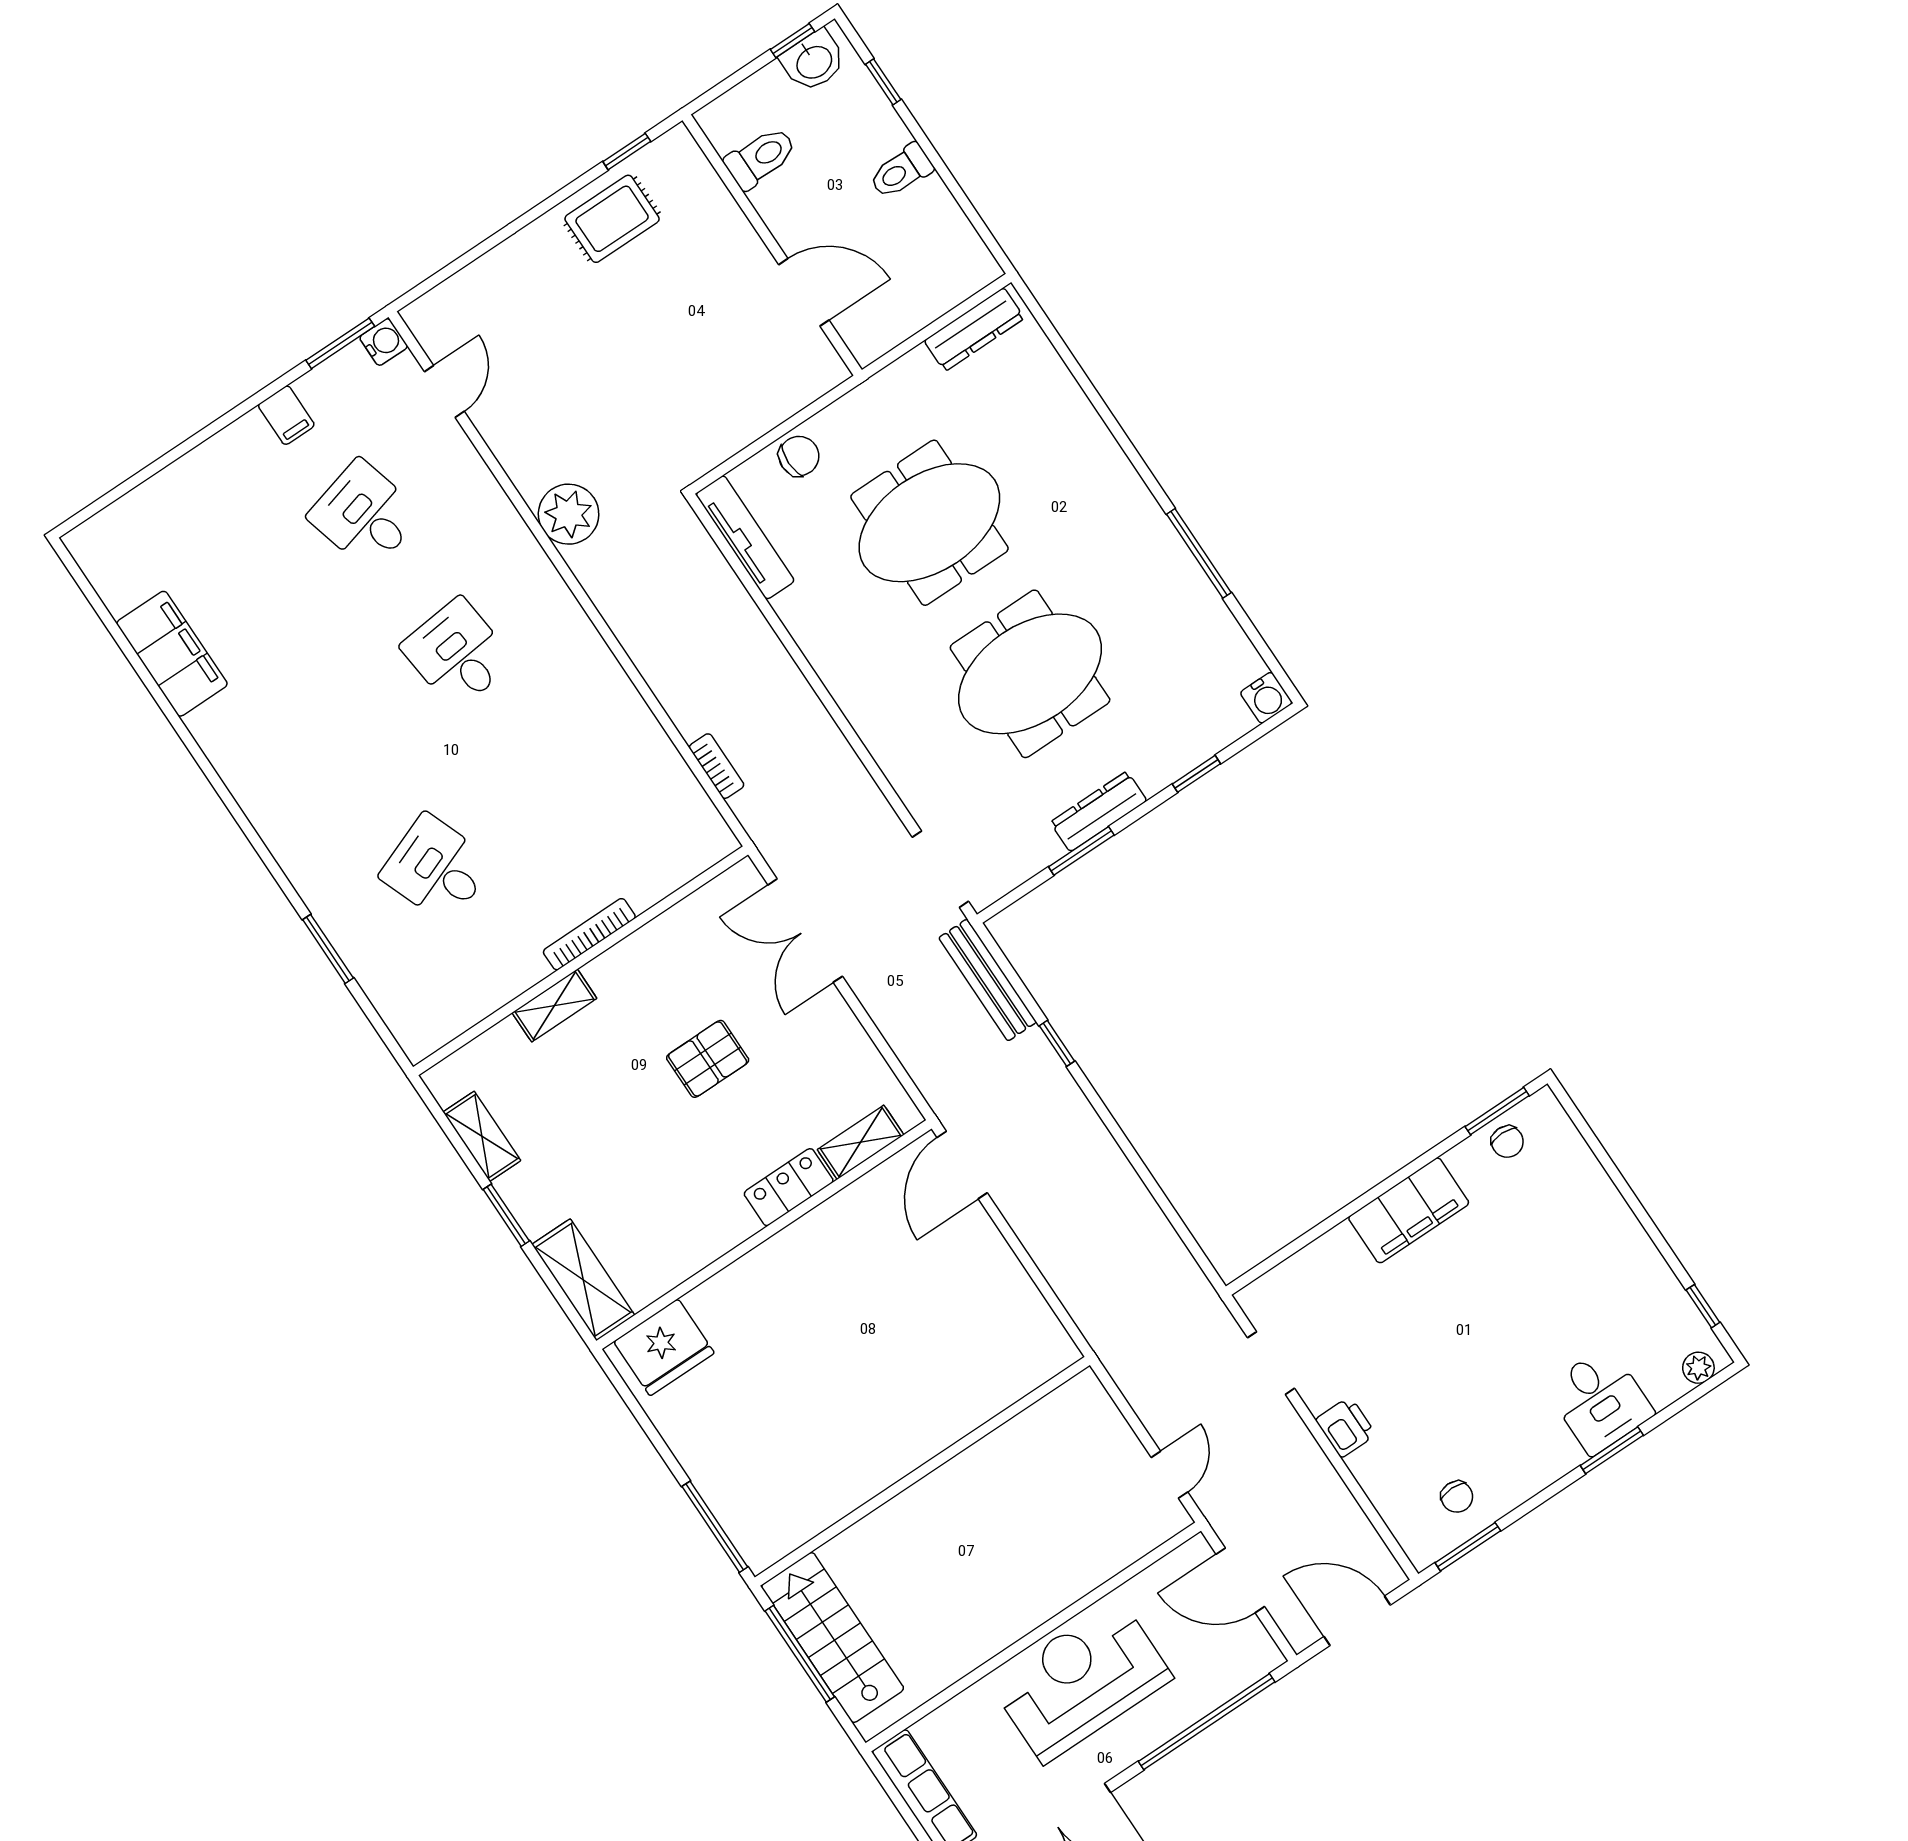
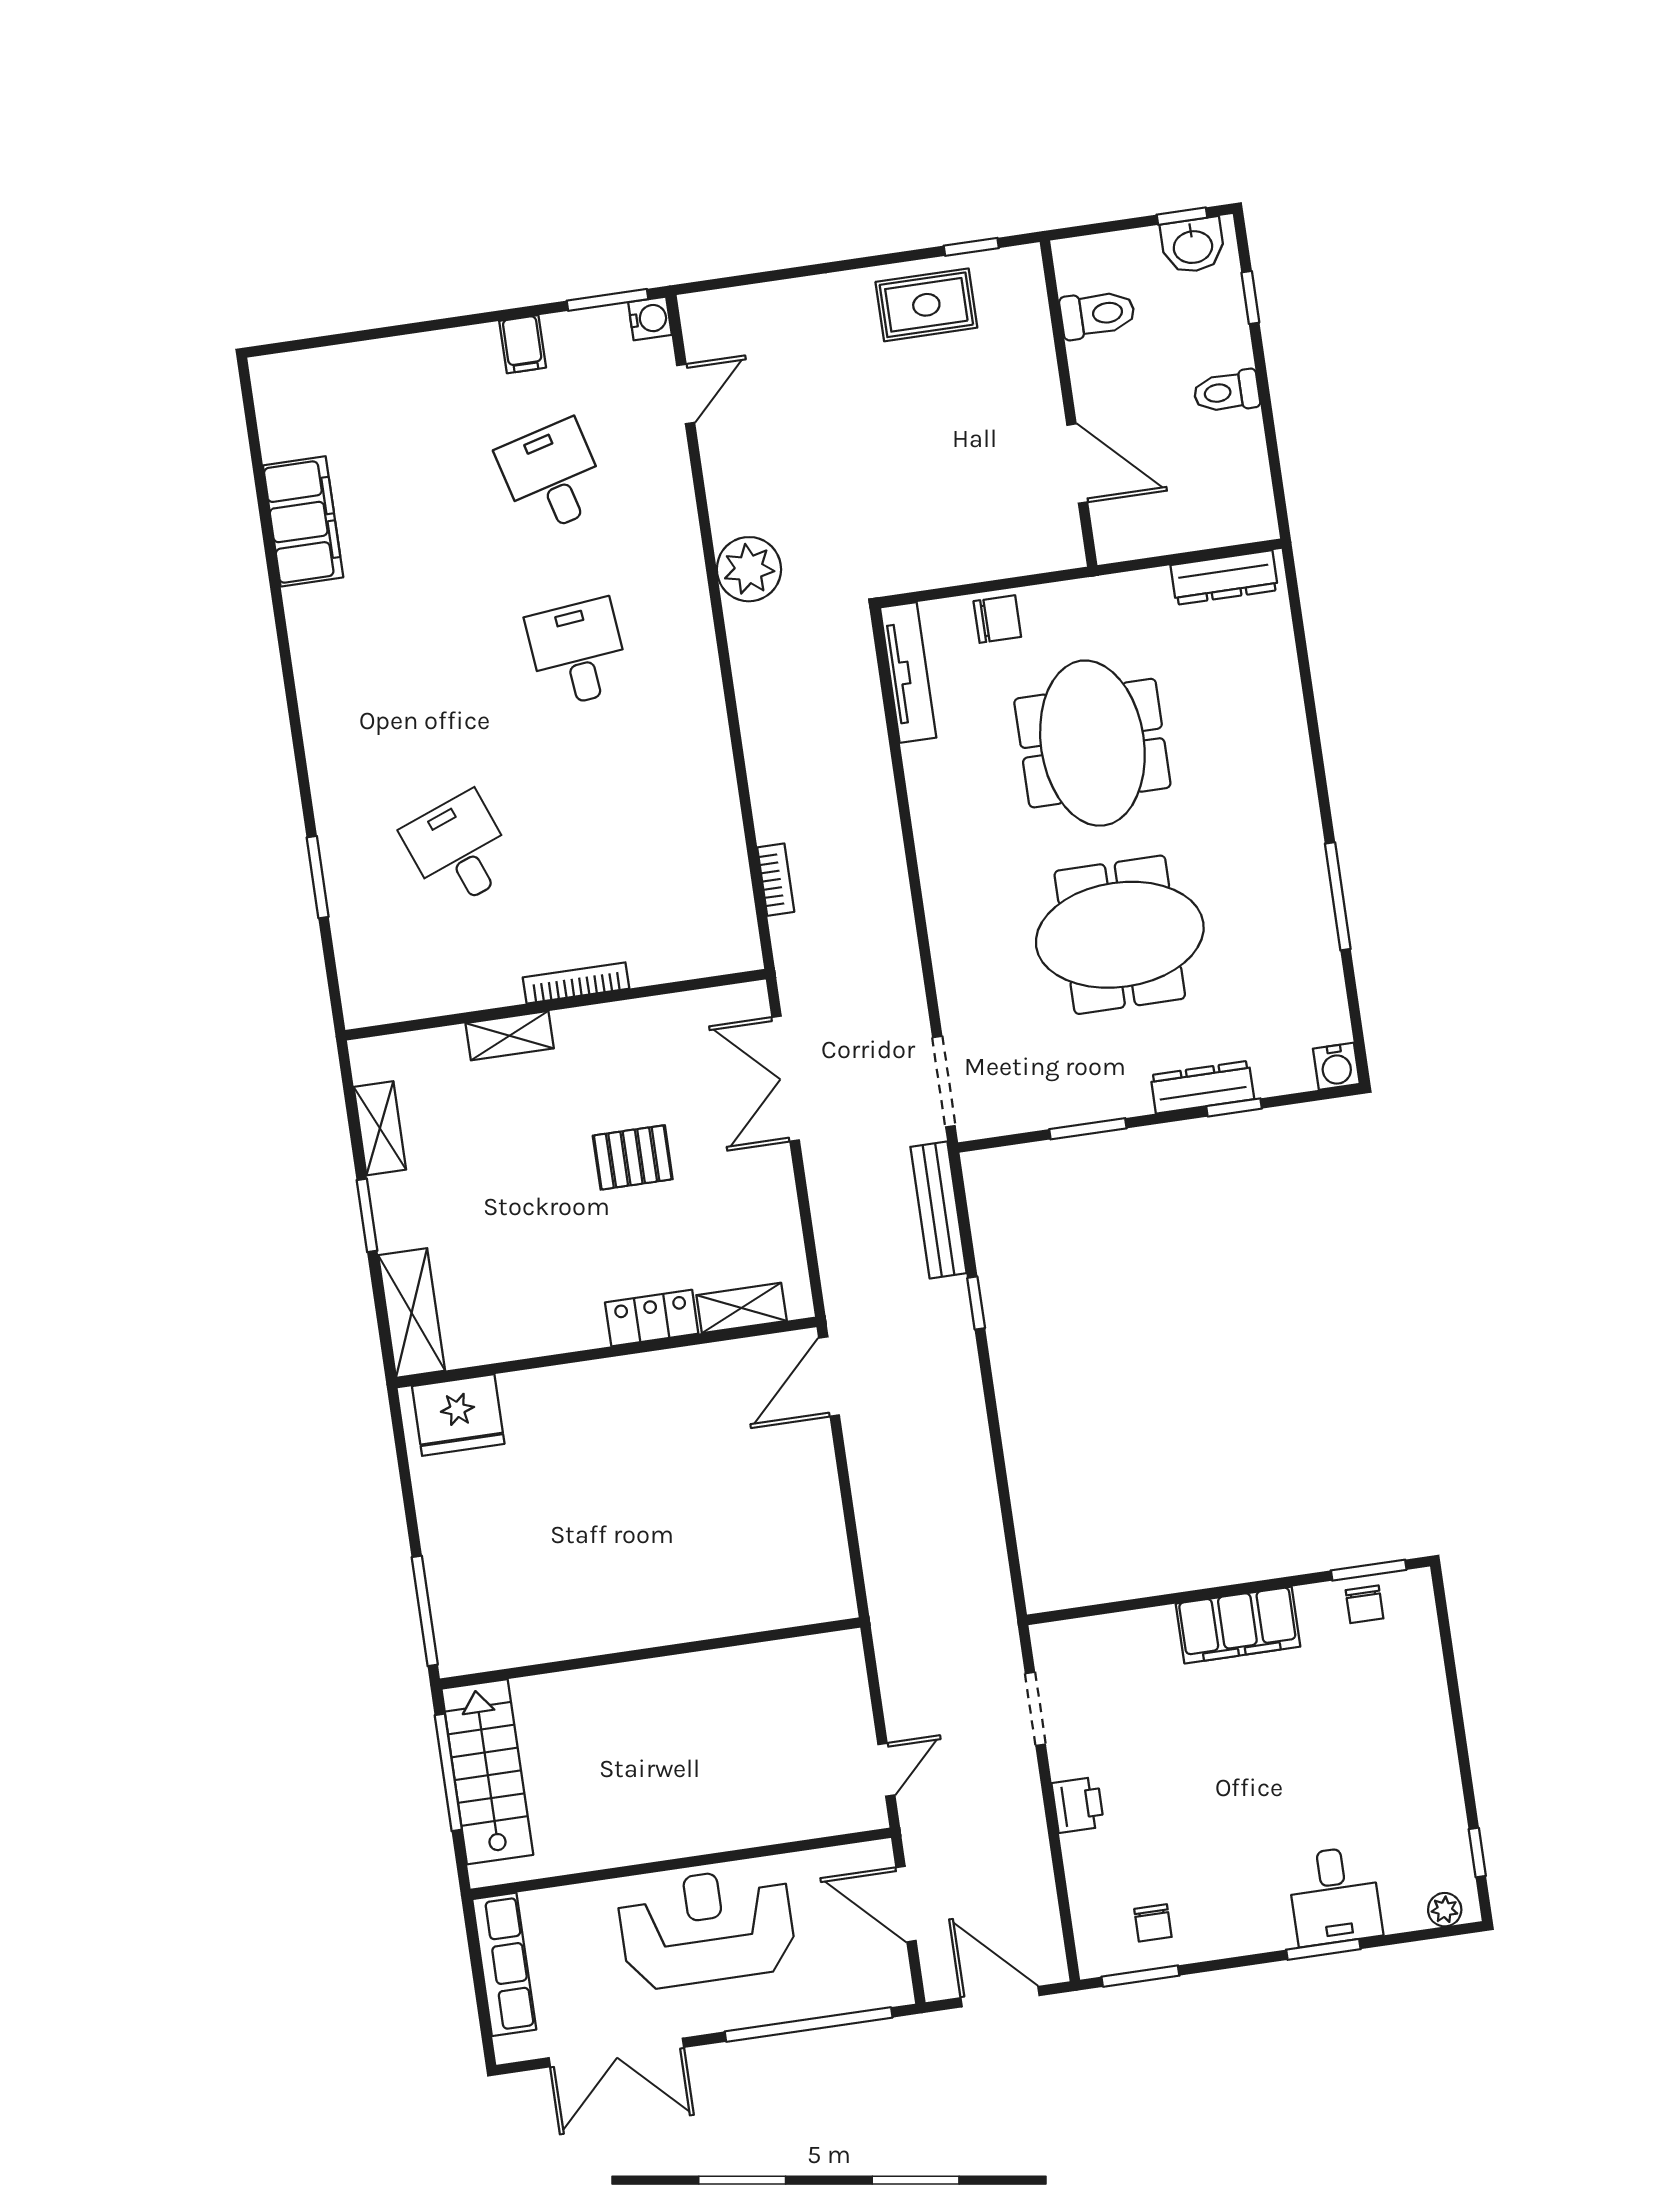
meeting table: (929, 523) -> (1092, 743), turned 90
dresser: (1099, 811) -> (1202, 1087), moved

